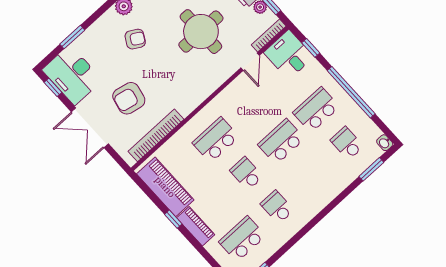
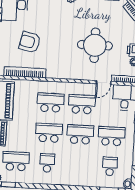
armchair: (135, 39) -> (61, 18), removed
school desk: (251, 108) -> (82, 104), added
school desk: (246, 173) -> (49, 133), width x1.85

